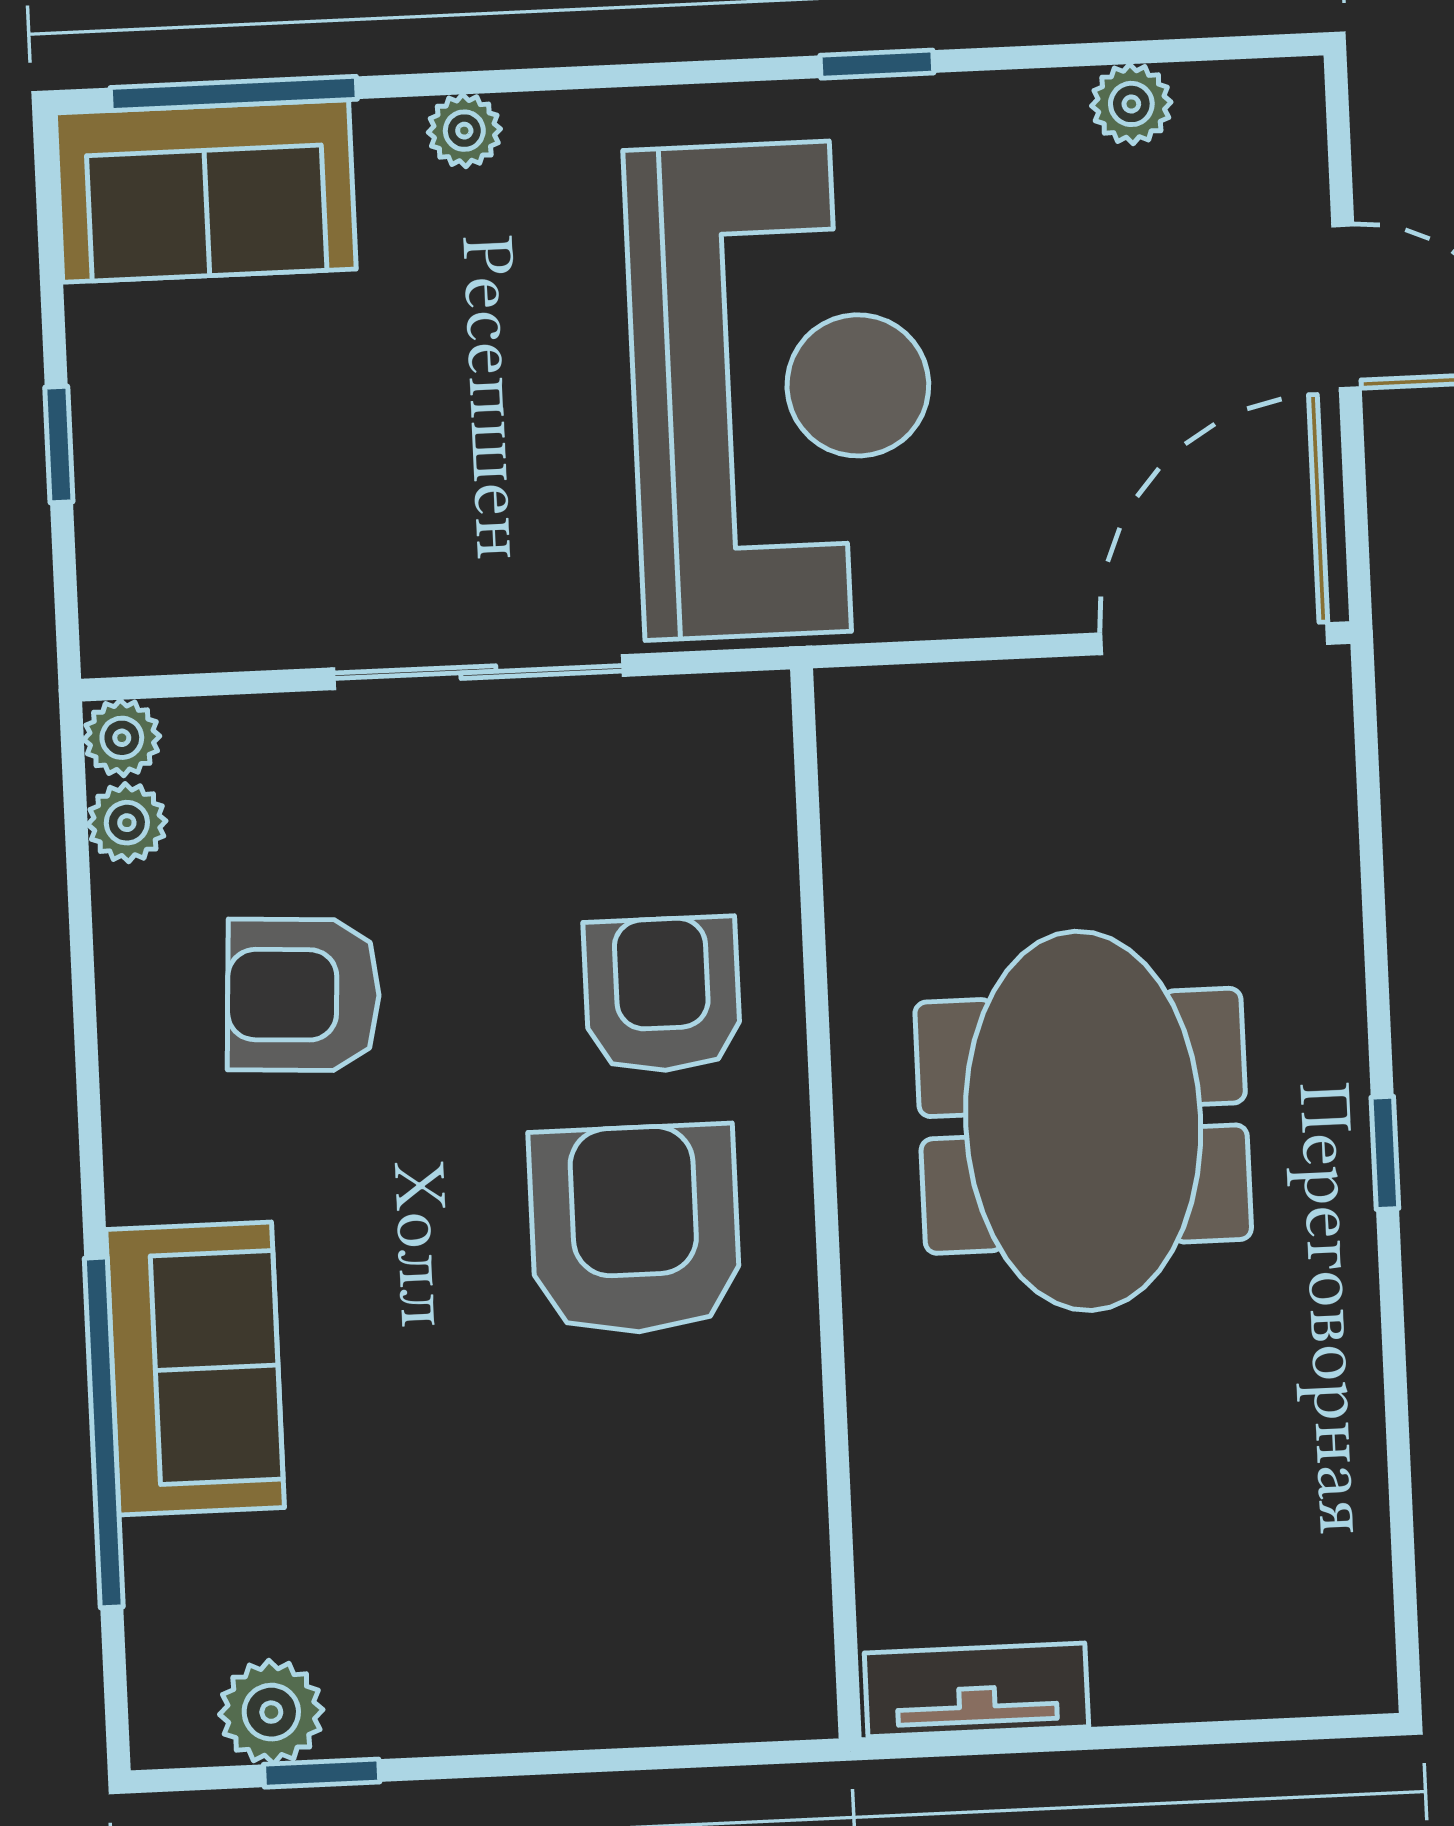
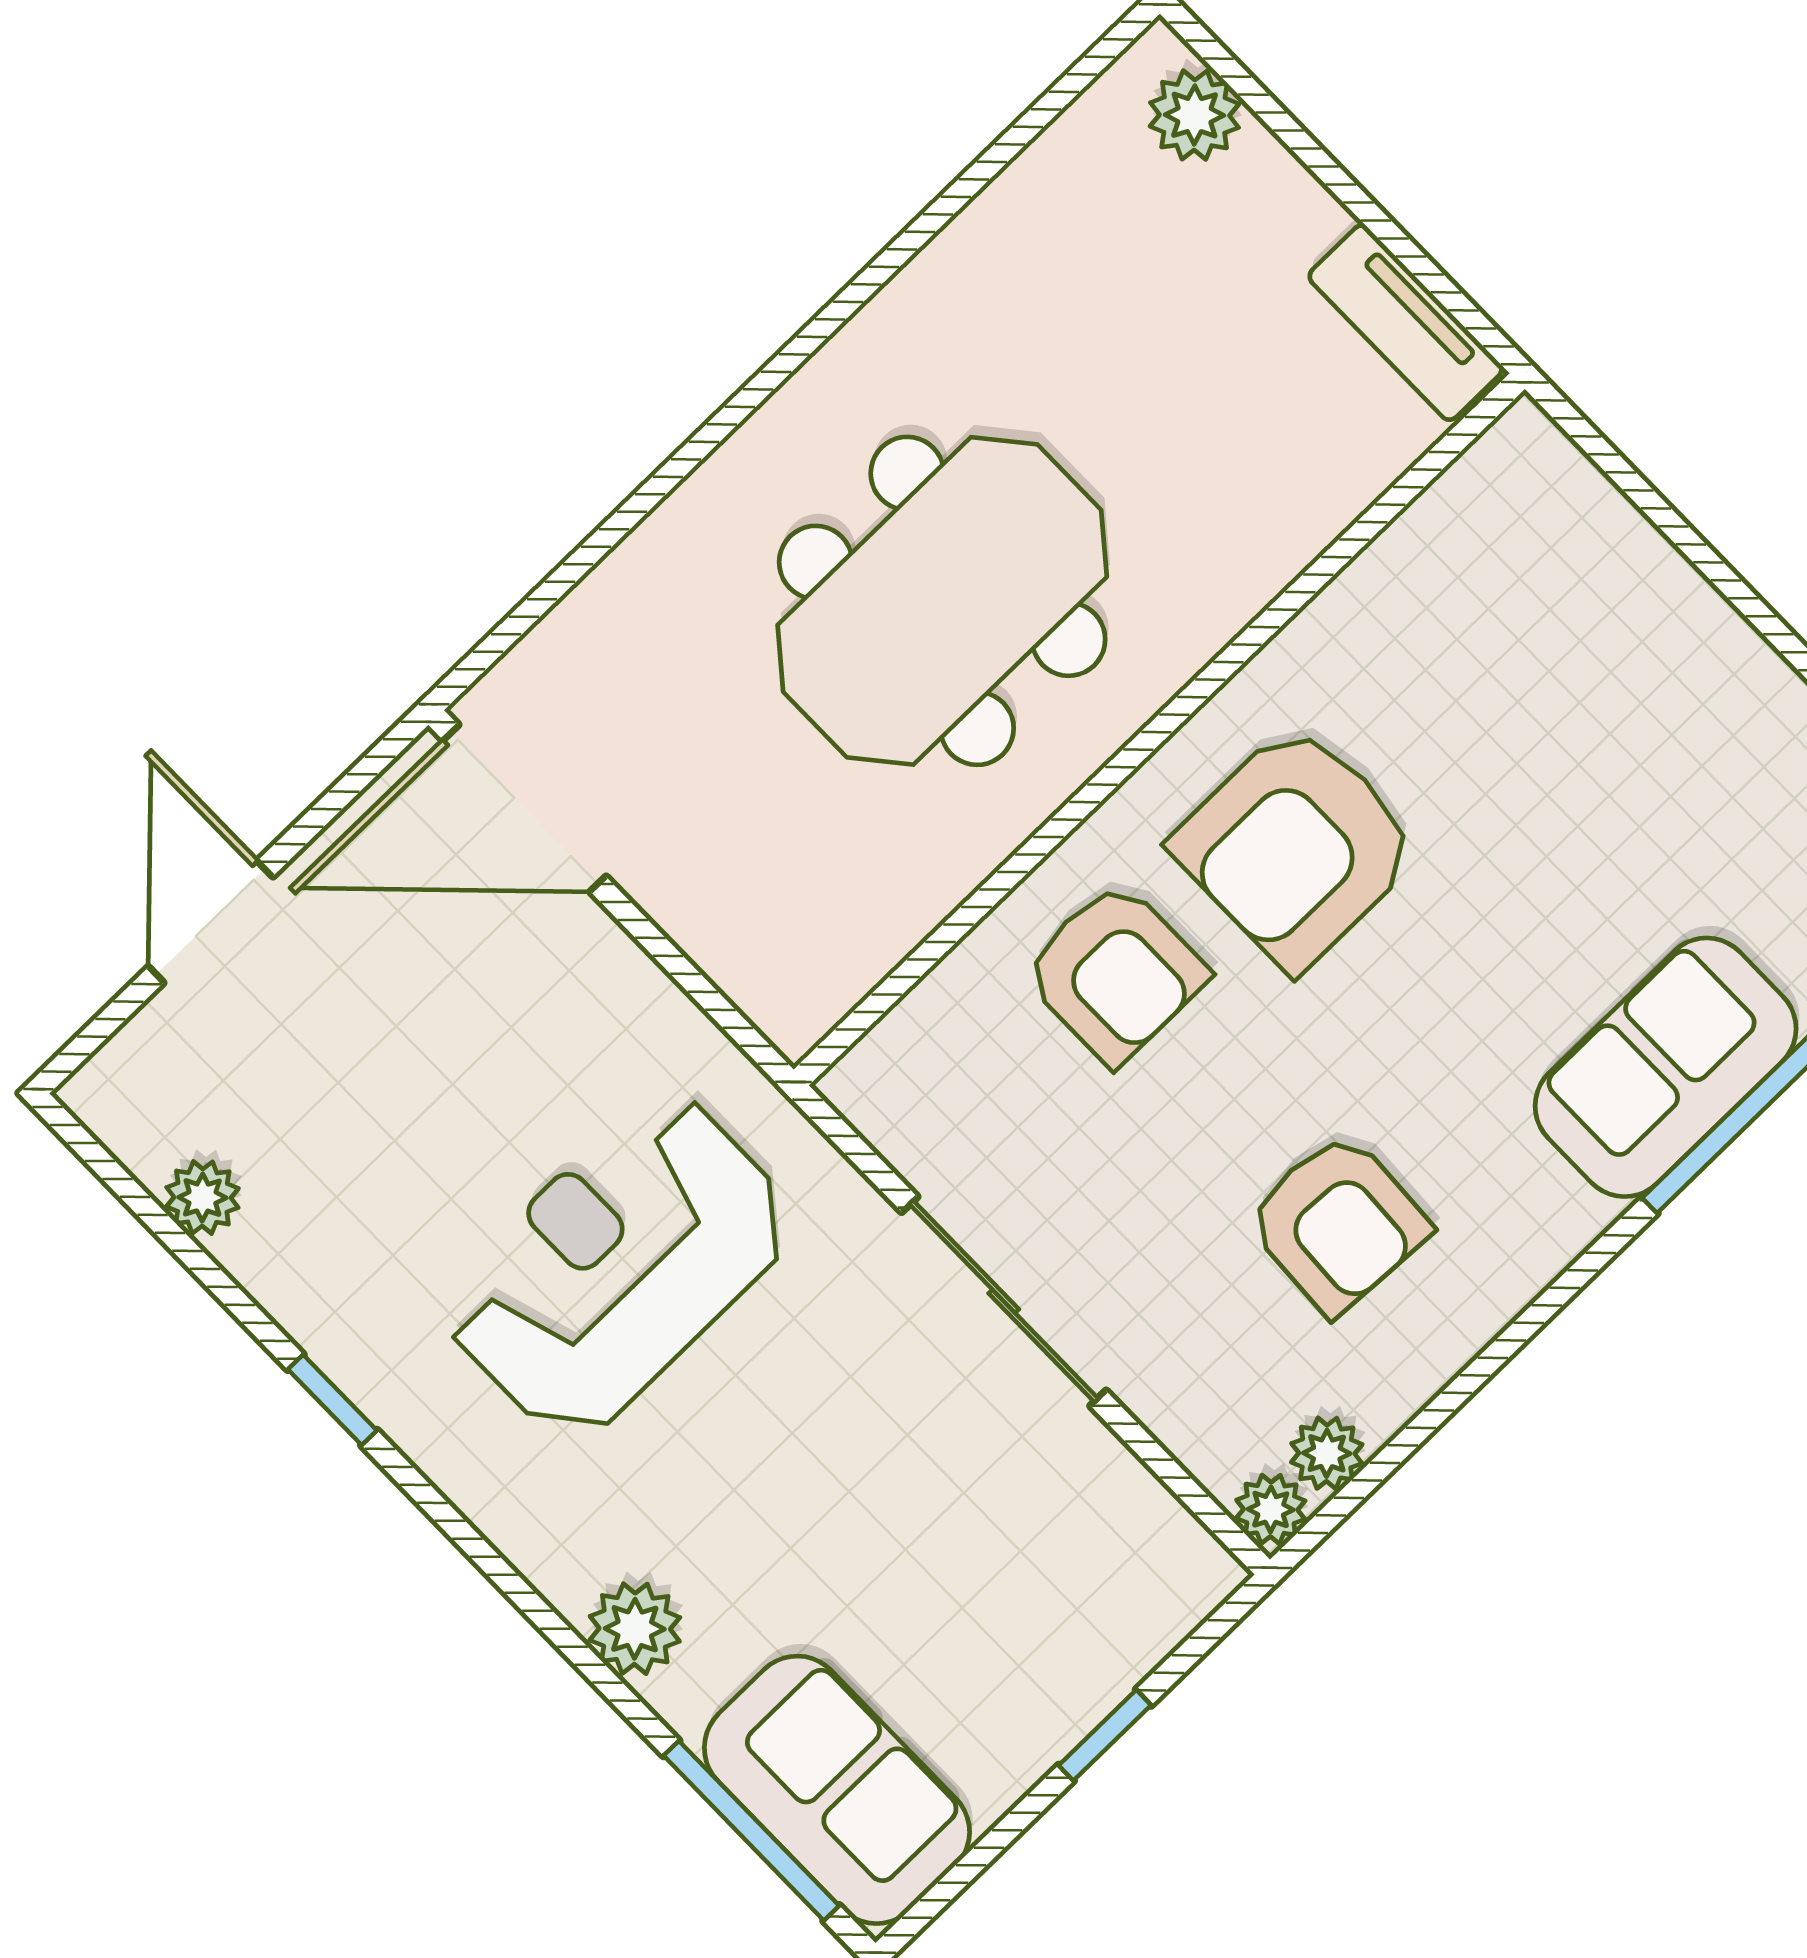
plant: (464, 131) -> (635, 1629), width x1.38, depth x1.38
reception desk: (781, 389) -> (618, 1265), width x0.74, depth x0.77
armchair: (662, 995) -> (1115, 973), turned -90
window: (1385, 1153) -> (777, 370), removed
plant: (1293, 1668) -> (1194, 115), added

